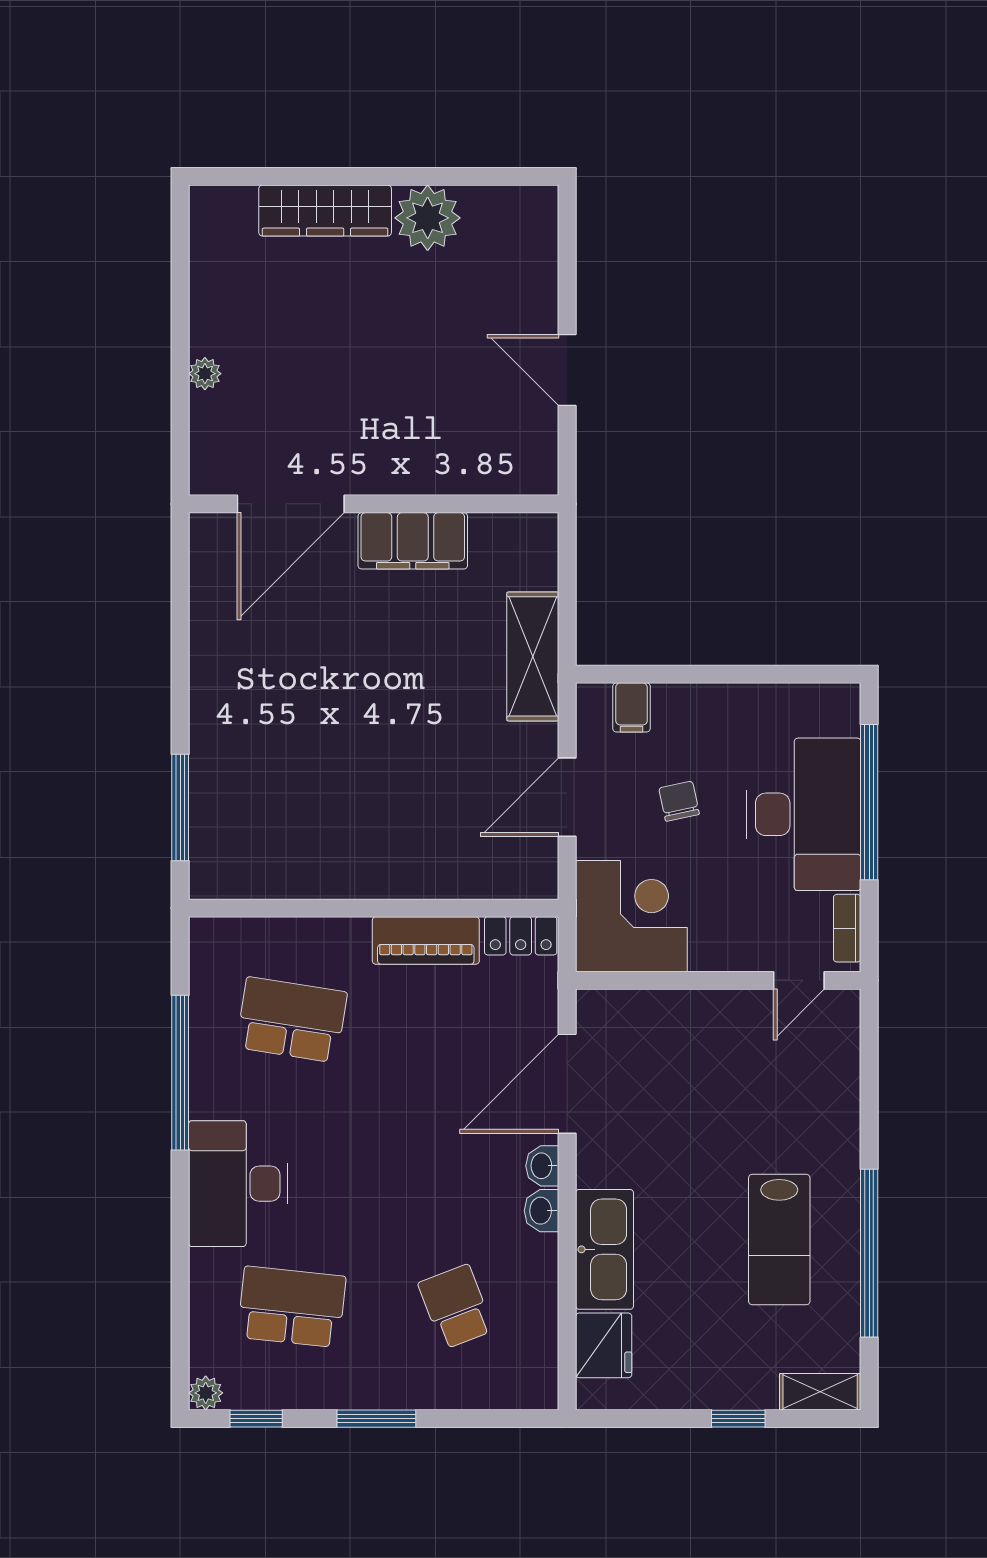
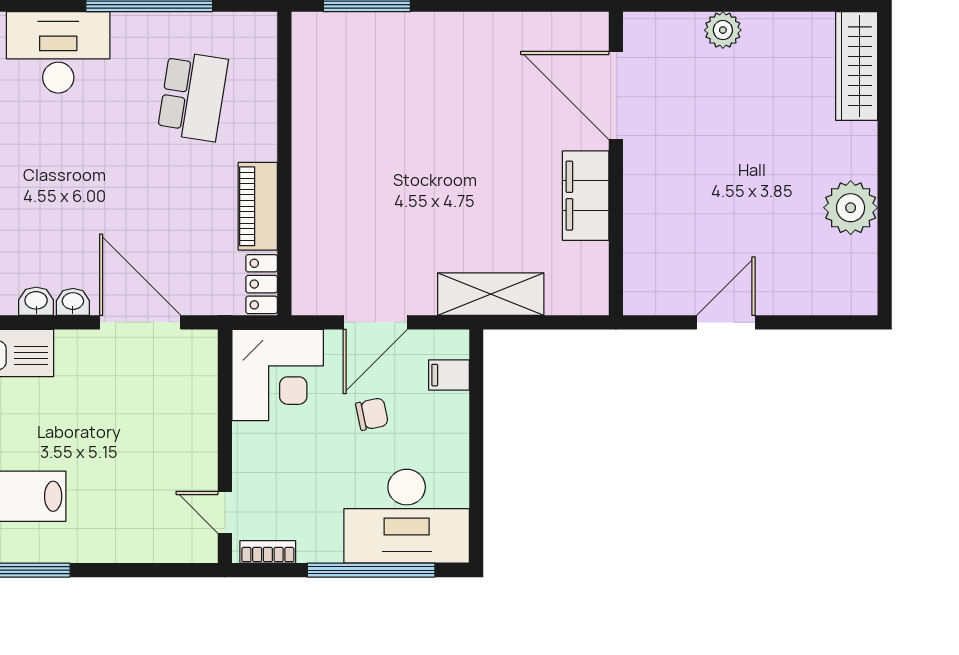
wardrobe: (325, 211) -> (857, 66), moved
plant: (205, 374) -> (723, 30), width x1.38, depth x1.38
door: (567, 797) -> (375, 322), swing flipped
desk: (804, 814) -> (407, 516), moved

